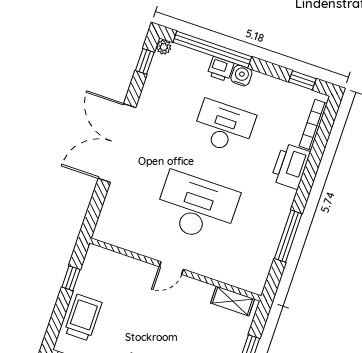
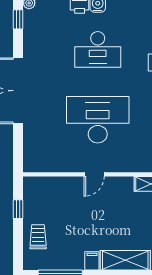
desk: (224, 127) -> (98, 49), turned 180
trolley: (83, 318) -> (38, 237), width x0.73, depth x0.72

